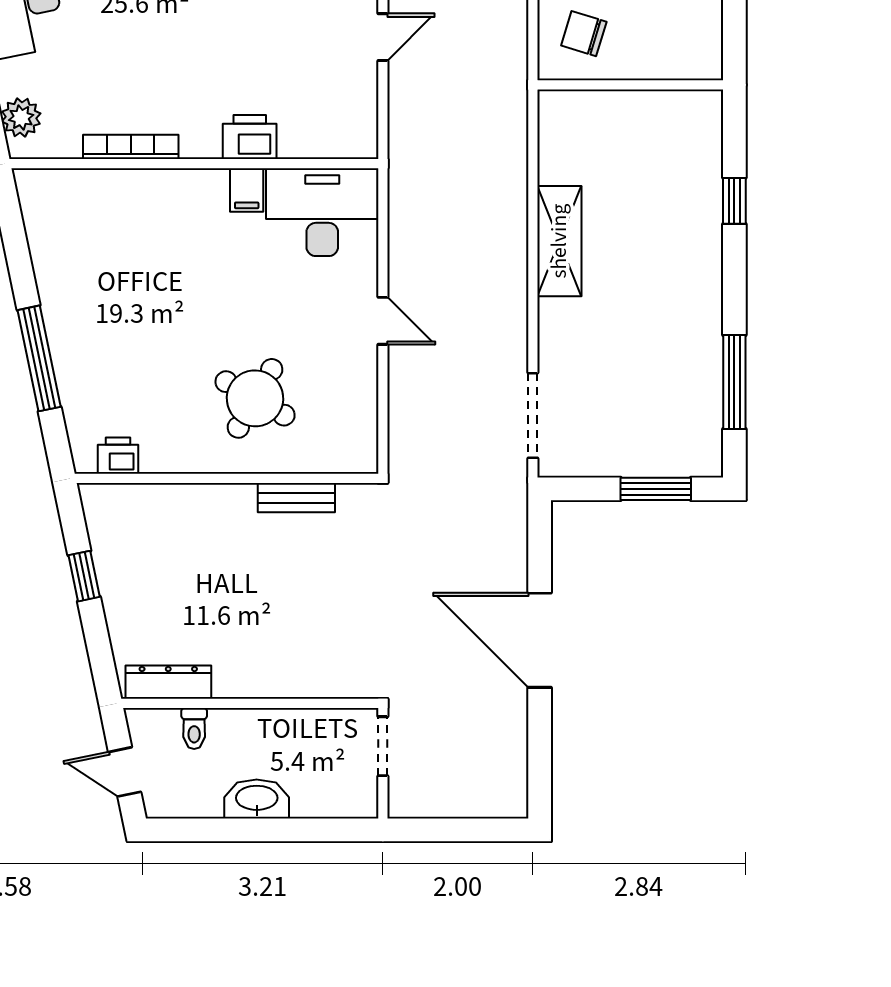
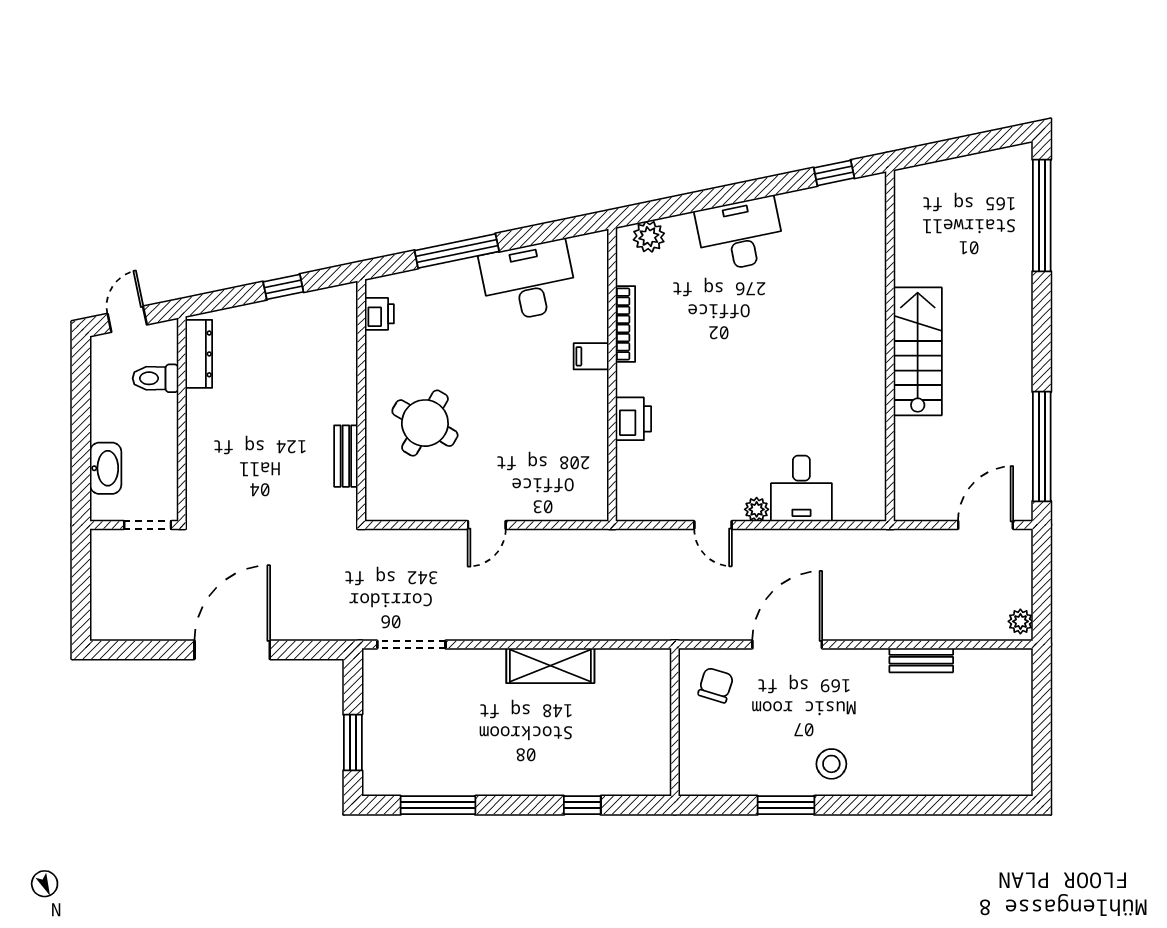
filing cabinet: (247, 190) -> (591, 356), moved
desk: (322, 212) -> (528, 281), moved, turned -102
toilet: (194, 729) -> (155, 378), width x1.37, depth x1.39
washbasin: (257, 799) -> (106, 468), moved

